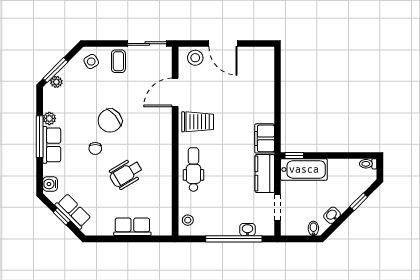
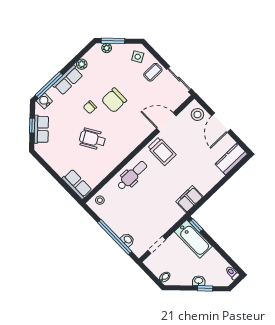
chair: (110, 121) -> (114, 100), turned -50
window: (40, 137) -> (49, 85), moved
kitchen counter: (265, 174) -> (231, 159), moved
washbasin: (332, 215) -> (199, 281), moved
row of seats: (132, 227) -> (77, 184), moved

